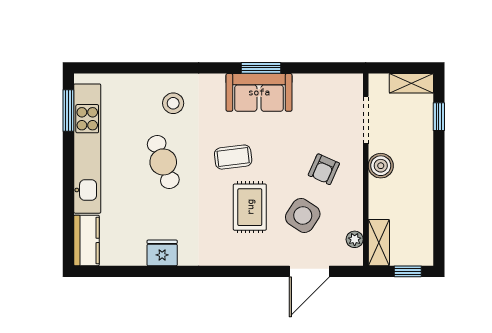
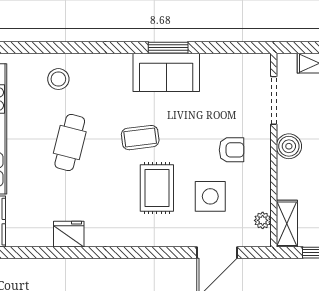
stool: (173, 103) -> (58, 79), moved
cafe table: (163, 162) -> (70, 143), turned 34
armchair: (324, 169) -> (232, 150), turned -114
side table: (303, 215) -> (210, 196), turned -33

